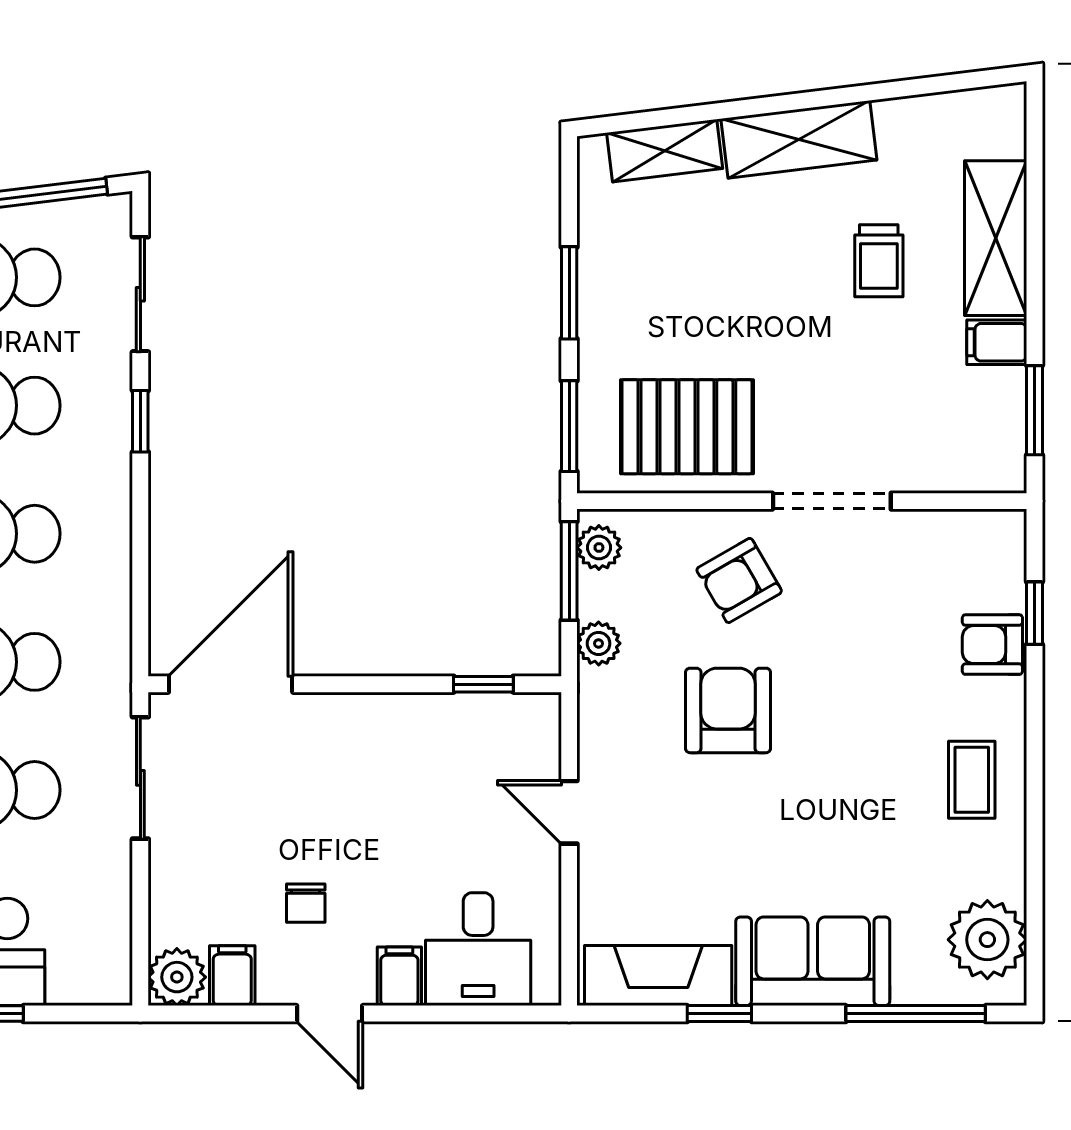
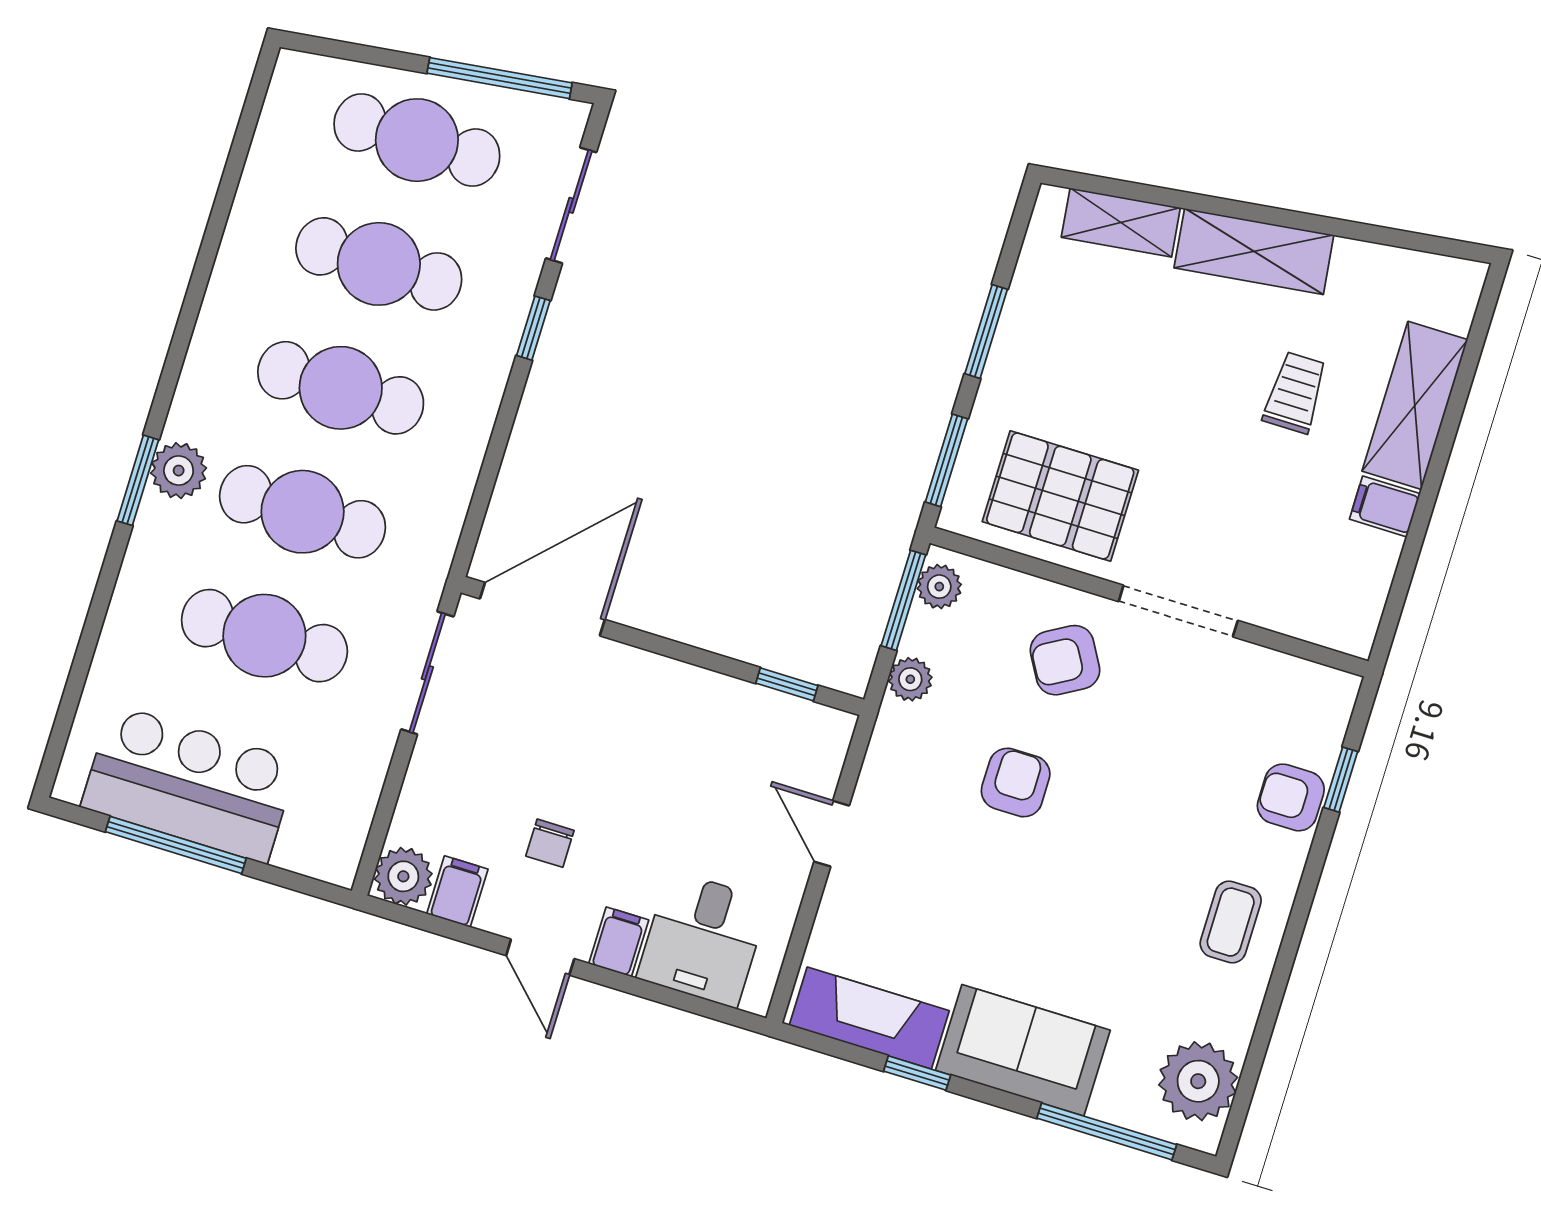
trolley: (879, 261) -> (1295, 393), turned 180
window: (1034, 410) -> (1401, 583), removed
armchair: (728, 710) -> (1016, 782), width x0.72, depth x0.72

